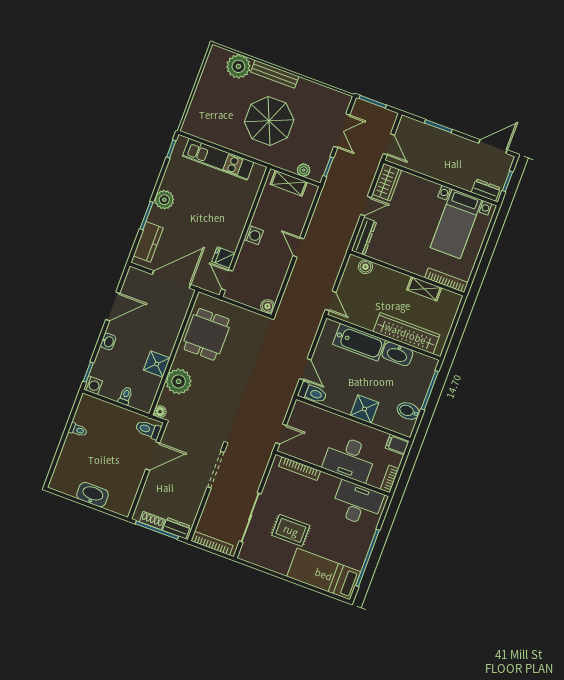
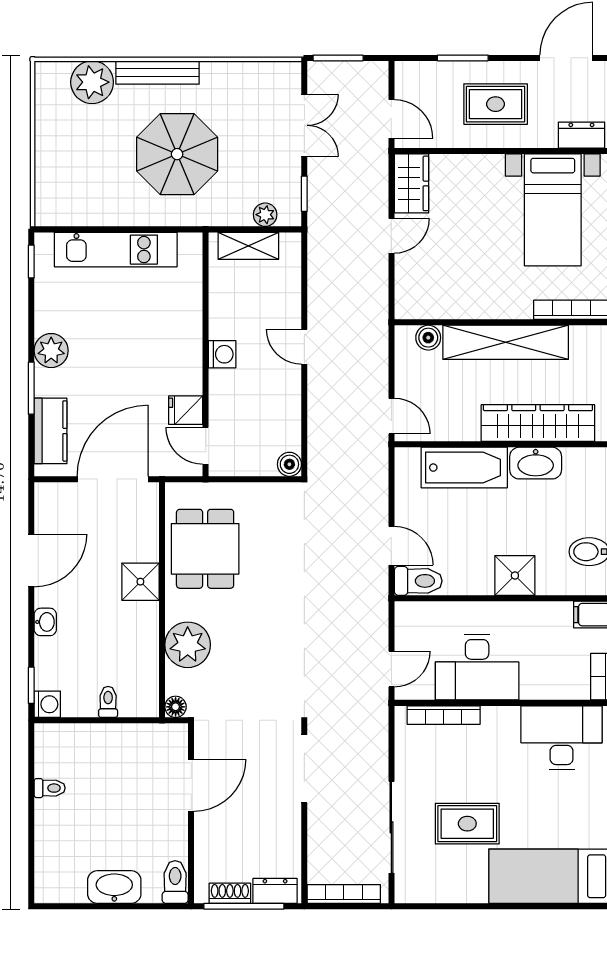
rug: (447, 157) -> (496, 104), added
dresser: (364, 236) -> (407, 287), removed
shelving: (424, 289) -> (506, 342), width x2.20, depth x1.33
shower: (157, 364) -> (140, 582), moved
toilet: (148, 430) -> (175, 882), moved, turned 90
desk: (350, 458) -> (477, 667), moved

